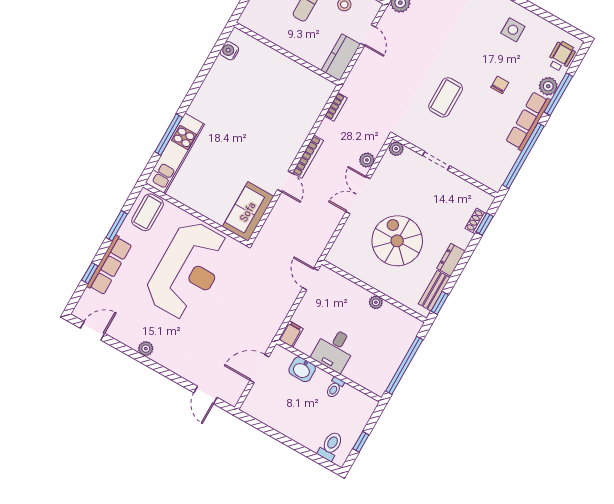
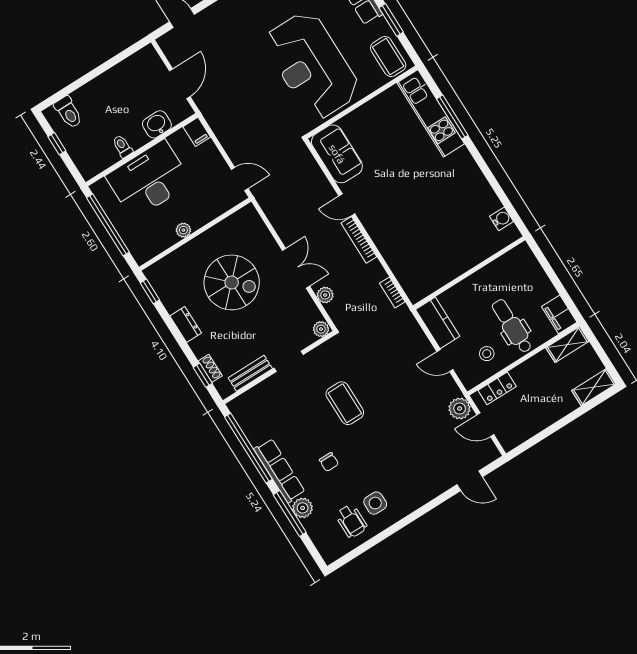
wheelchair: (561, 56) -> (351, 521), moved
bench: (434, 291) -> (250, 373), moved, turned 90
desk: (334, 350) -> (149, 180), width x1.87, depth x1.30

